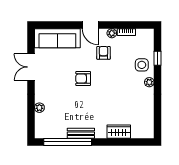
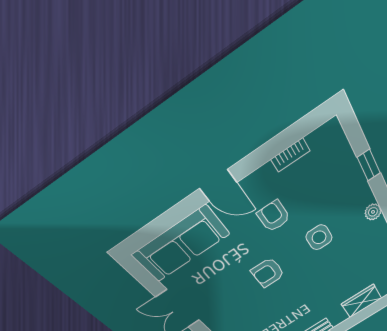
plant: (112, 33) -> (266, 174), removed
side table: (142, 65) -> (319, 237), moved

